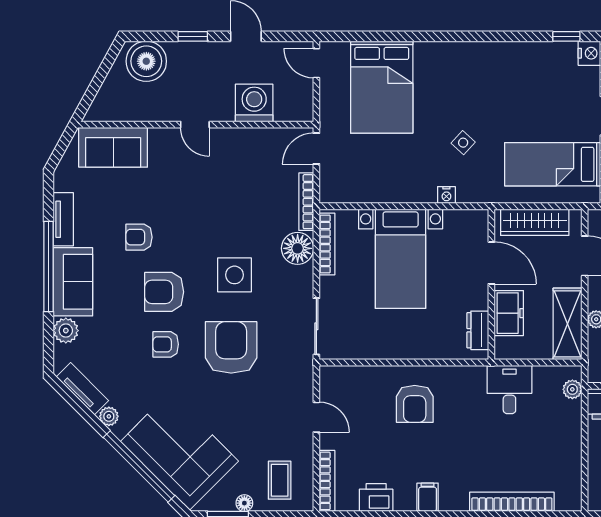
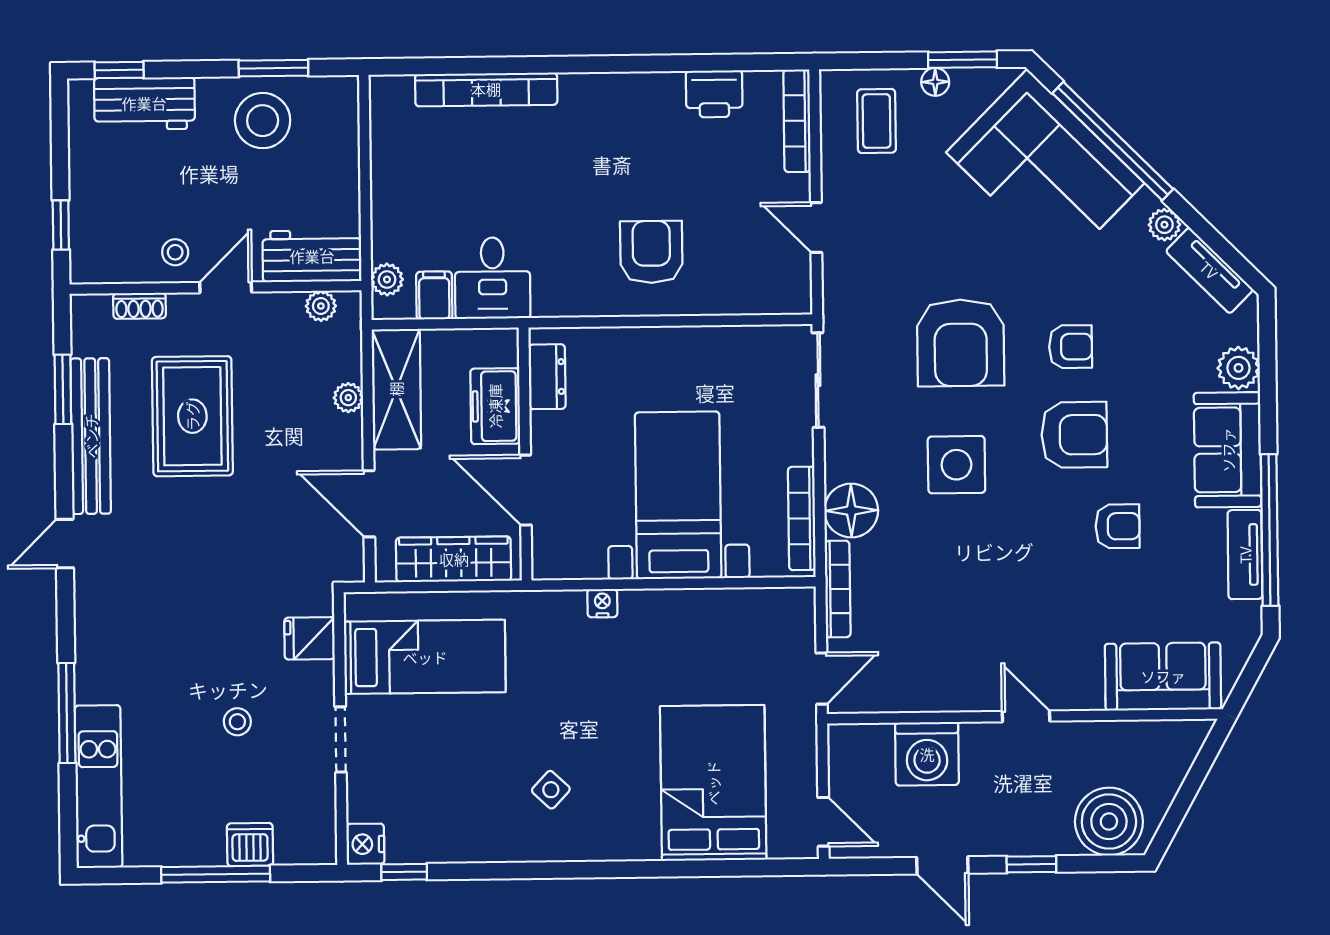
side table: (463, 143) -> (551, 790), moved
window: (48, 267) -> (1270, 530), moved
filing cabinet: (428, 497) -> (434, 295), moved, turned 180

